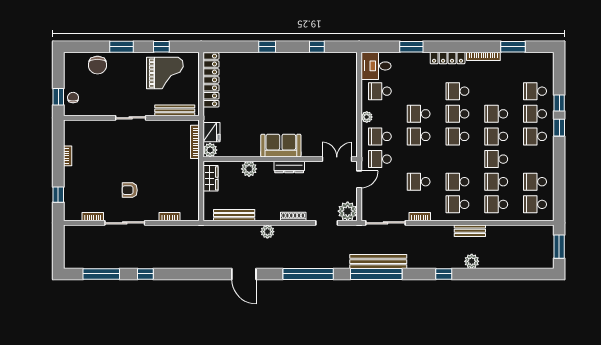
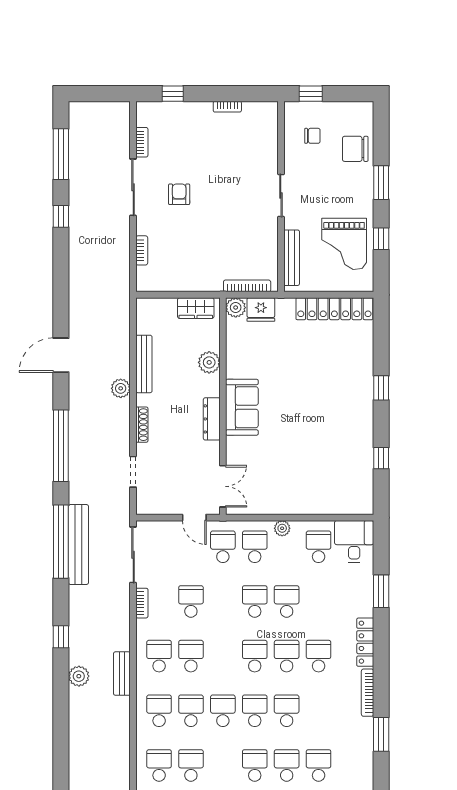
chair: (73, 98) -> (312, 136), moved
plant: (348, 211) -> (149, 501), removed
bench: (234, 215) -> (144, 364), moved

